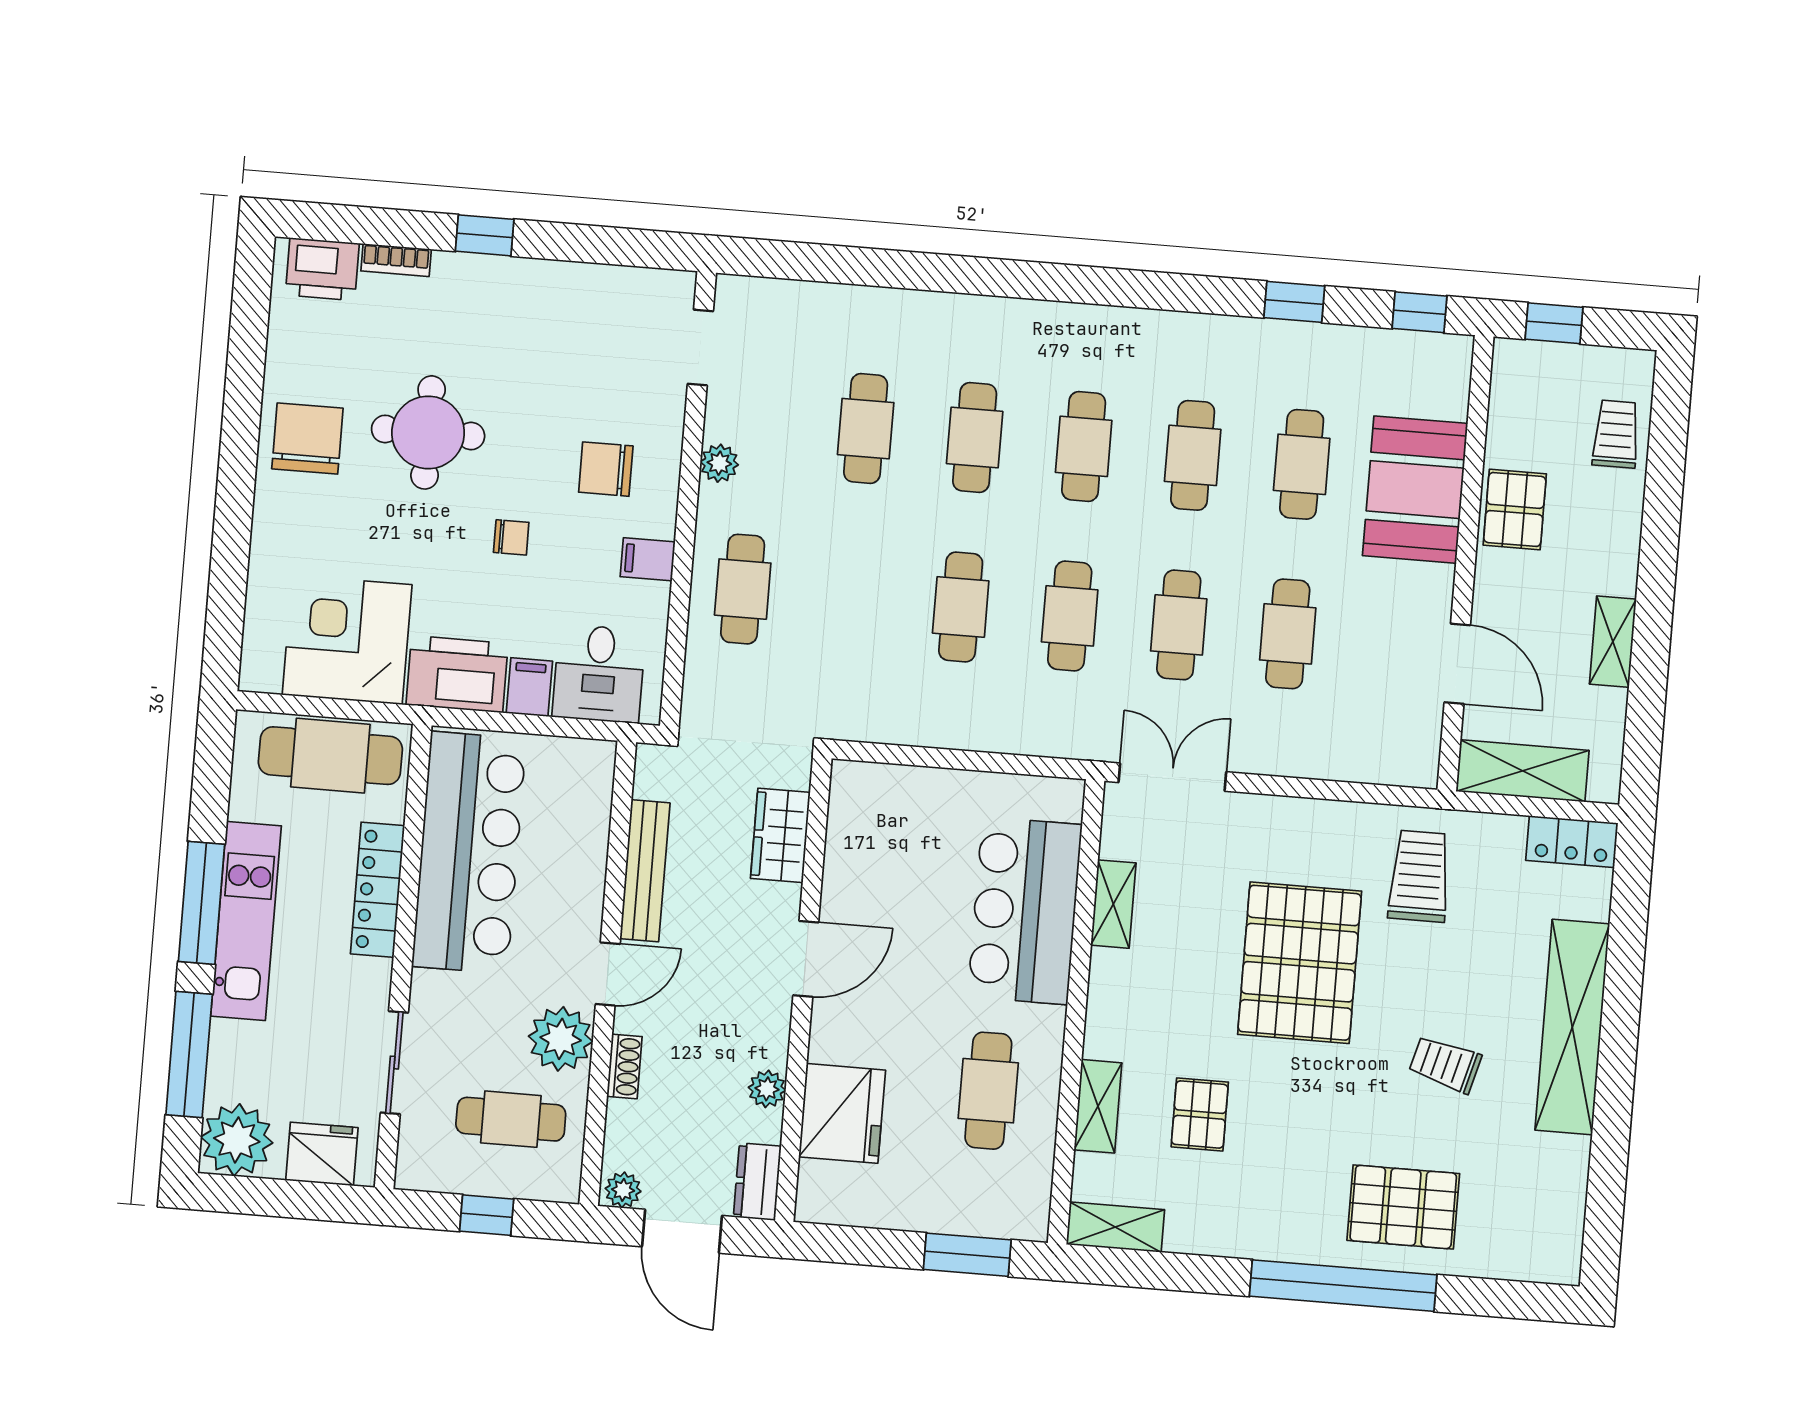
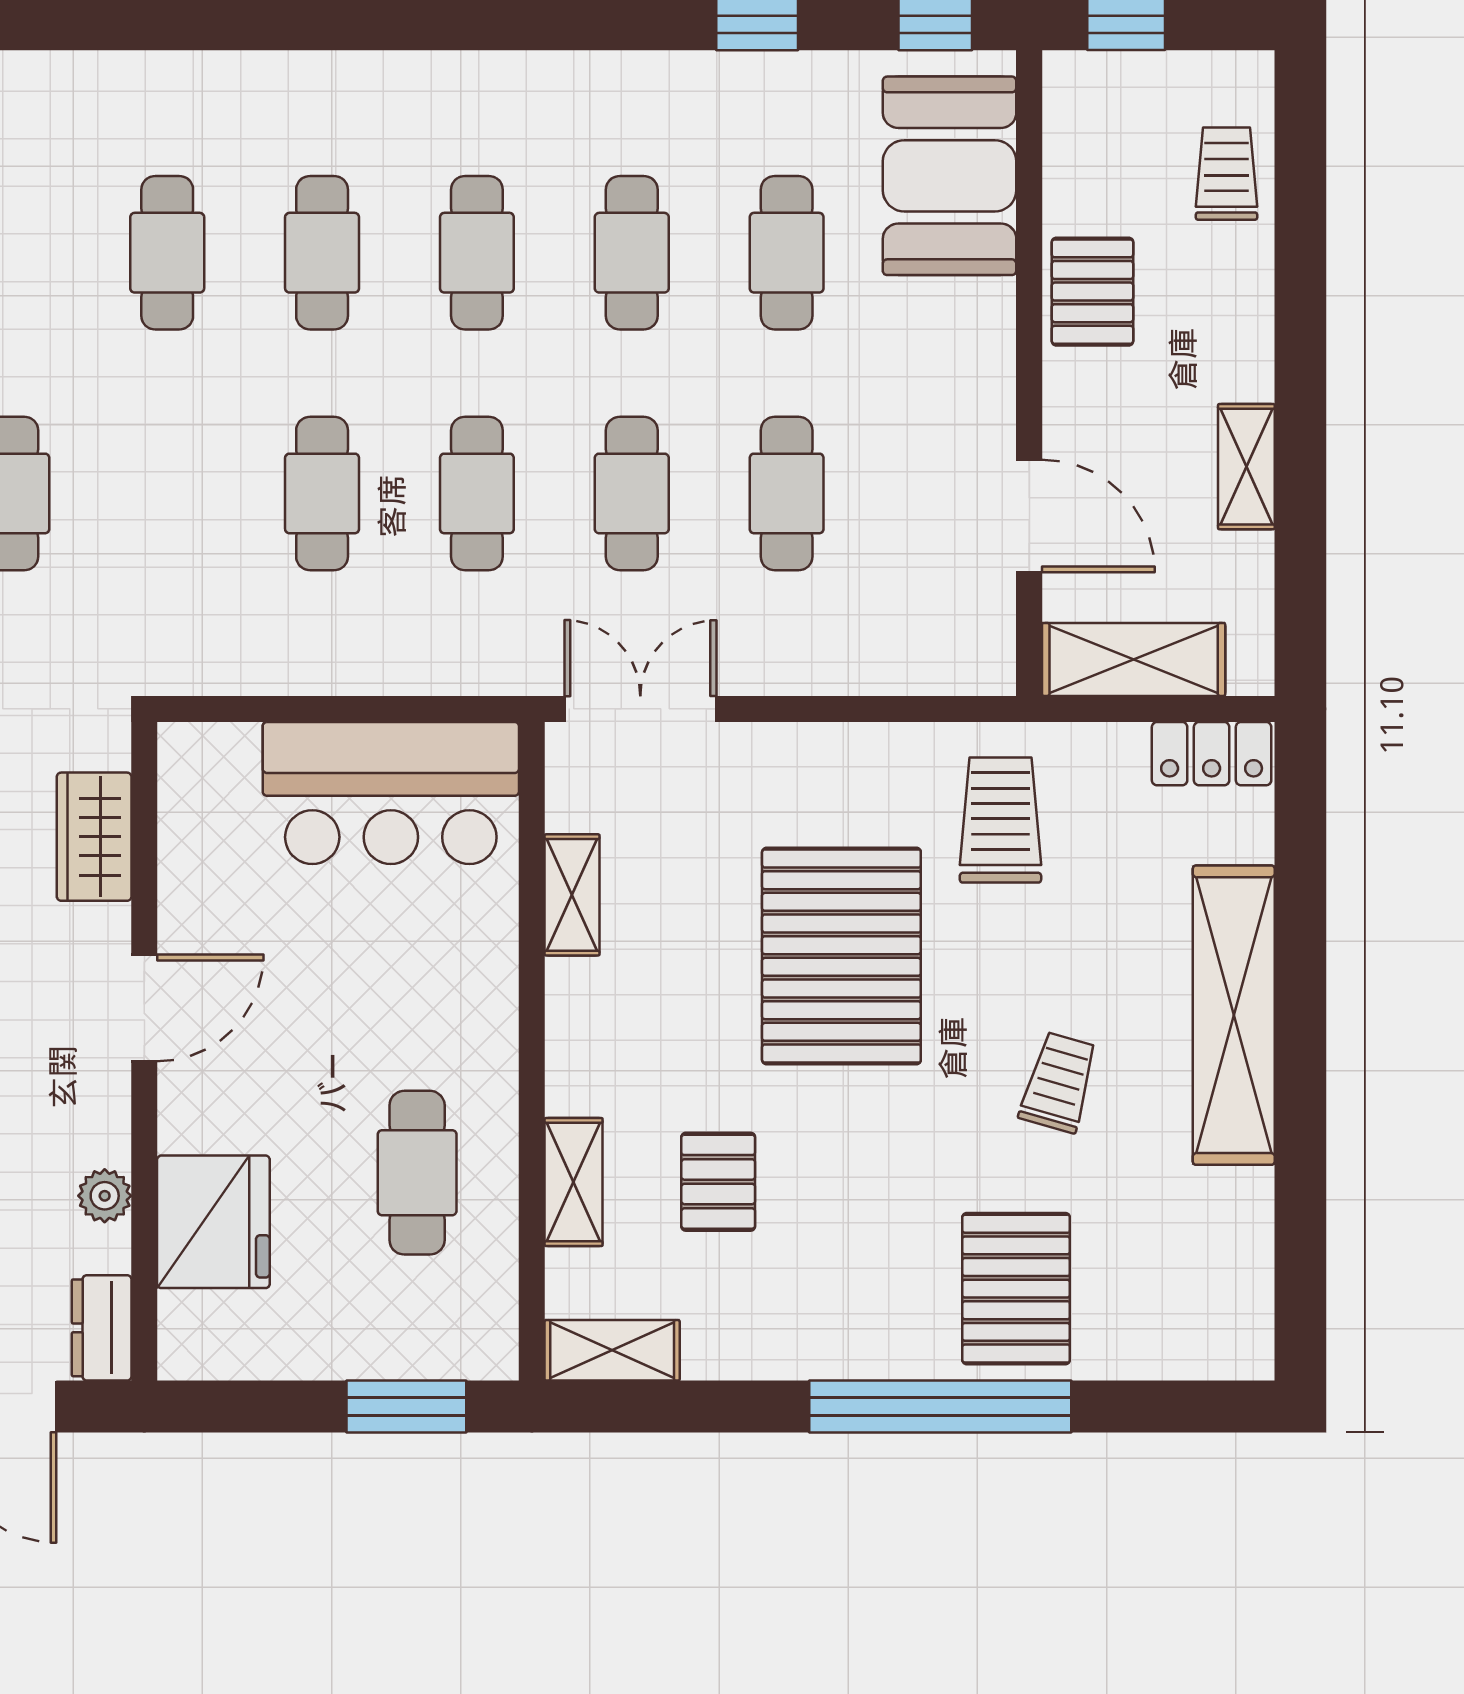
booth: (1415, 490) -> (950, 176), moved
bar counter: (1025, 911) -> (391, 793), moved, turned -90
trolley: (1445, 1064) -> (1059, 1082), turned 91
pallet: (1403, 1207) -> (1016, 1289), turned 90

